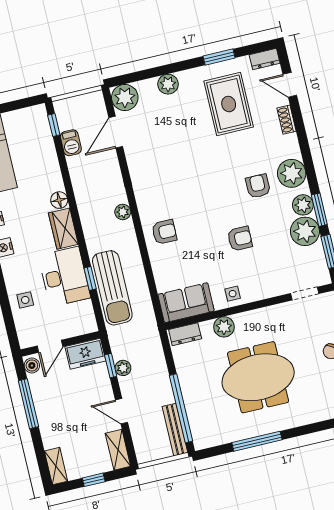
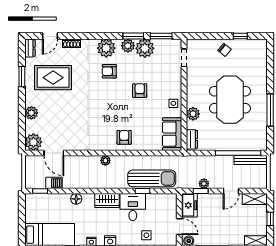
floor lamp: (59, 200) -> (76, 199), moved
desk: (64, 277) -> (133, 207), width x0.73

